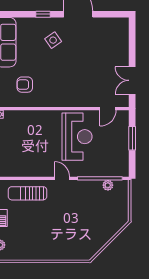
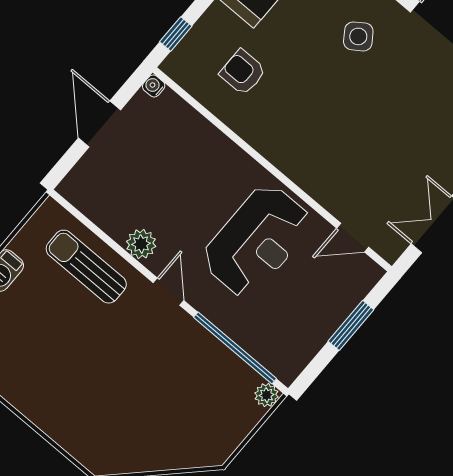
plant: (39, 170) -> (141, 244), added
plant: (108, 185) -> (267, 395), moved

